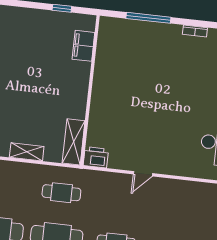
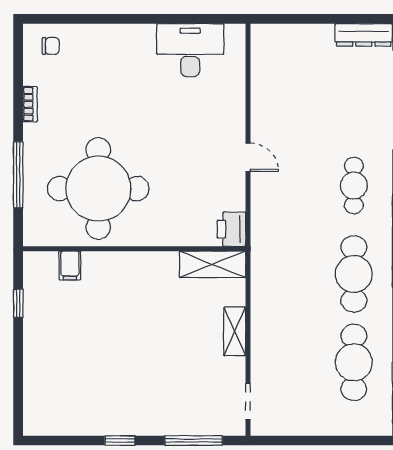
filing cabinet: (83, 46) -> (70, 265), width x0.50
round table: (133, 71) -> (98, 189), added
cafe table: (61, 193) -> (289, 274), removed

